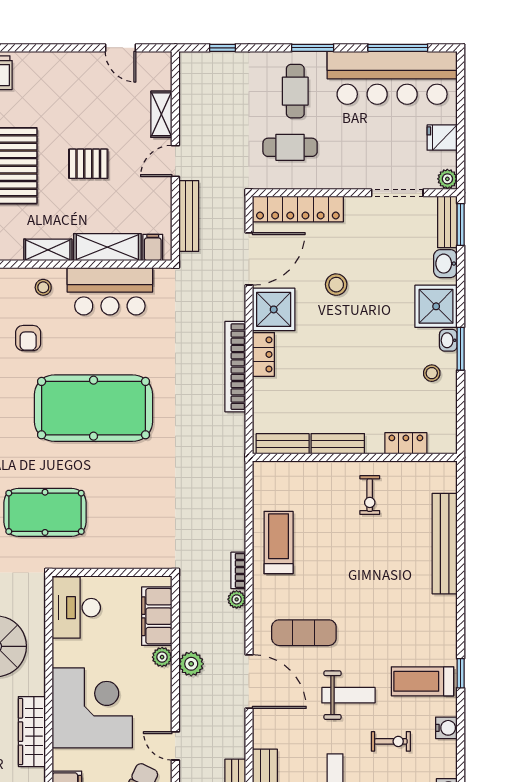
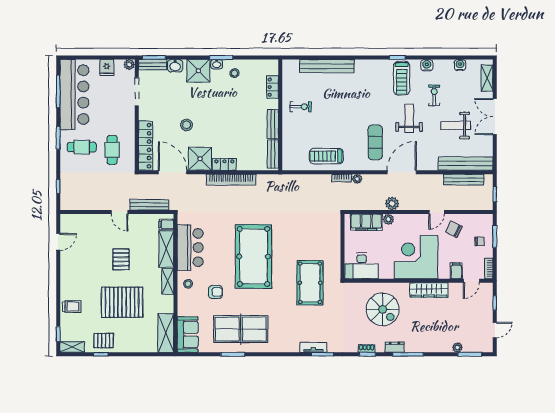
shelving: (161, 114) -> (94, 220), removed

